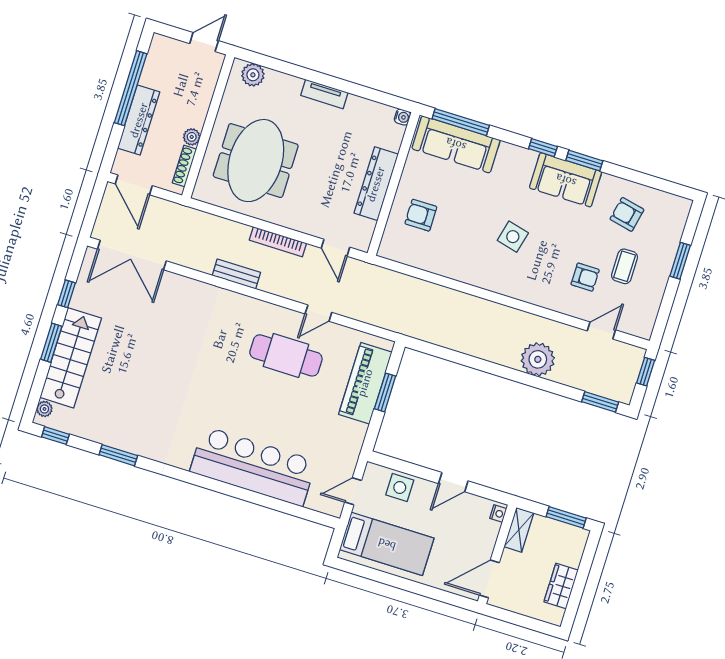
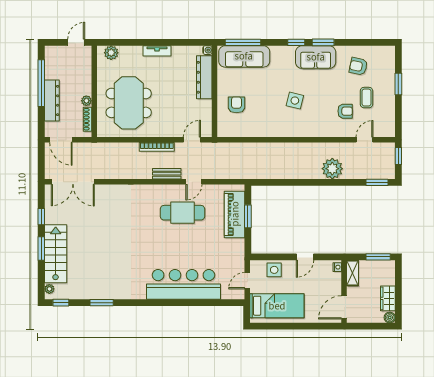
dresser: (376, 184) -> (204, 77), moved
armchair: (421, 215) -> (236, 105), turned 90
door: (335, 248) -> (192, 140), swing flipped
bench: (236, 274) -> (167, 174), moved
boiler: (555, 616) -> (390, 317), added

